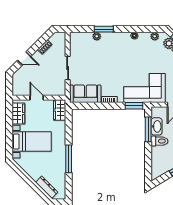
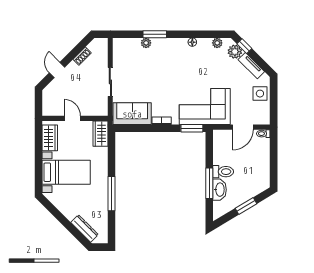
door: (24, 58) -> (57, 70), swing flipped
washbasin: (157, 126) -> (220, 190), moved
window: (148, 129) -> (209, 183), moved

